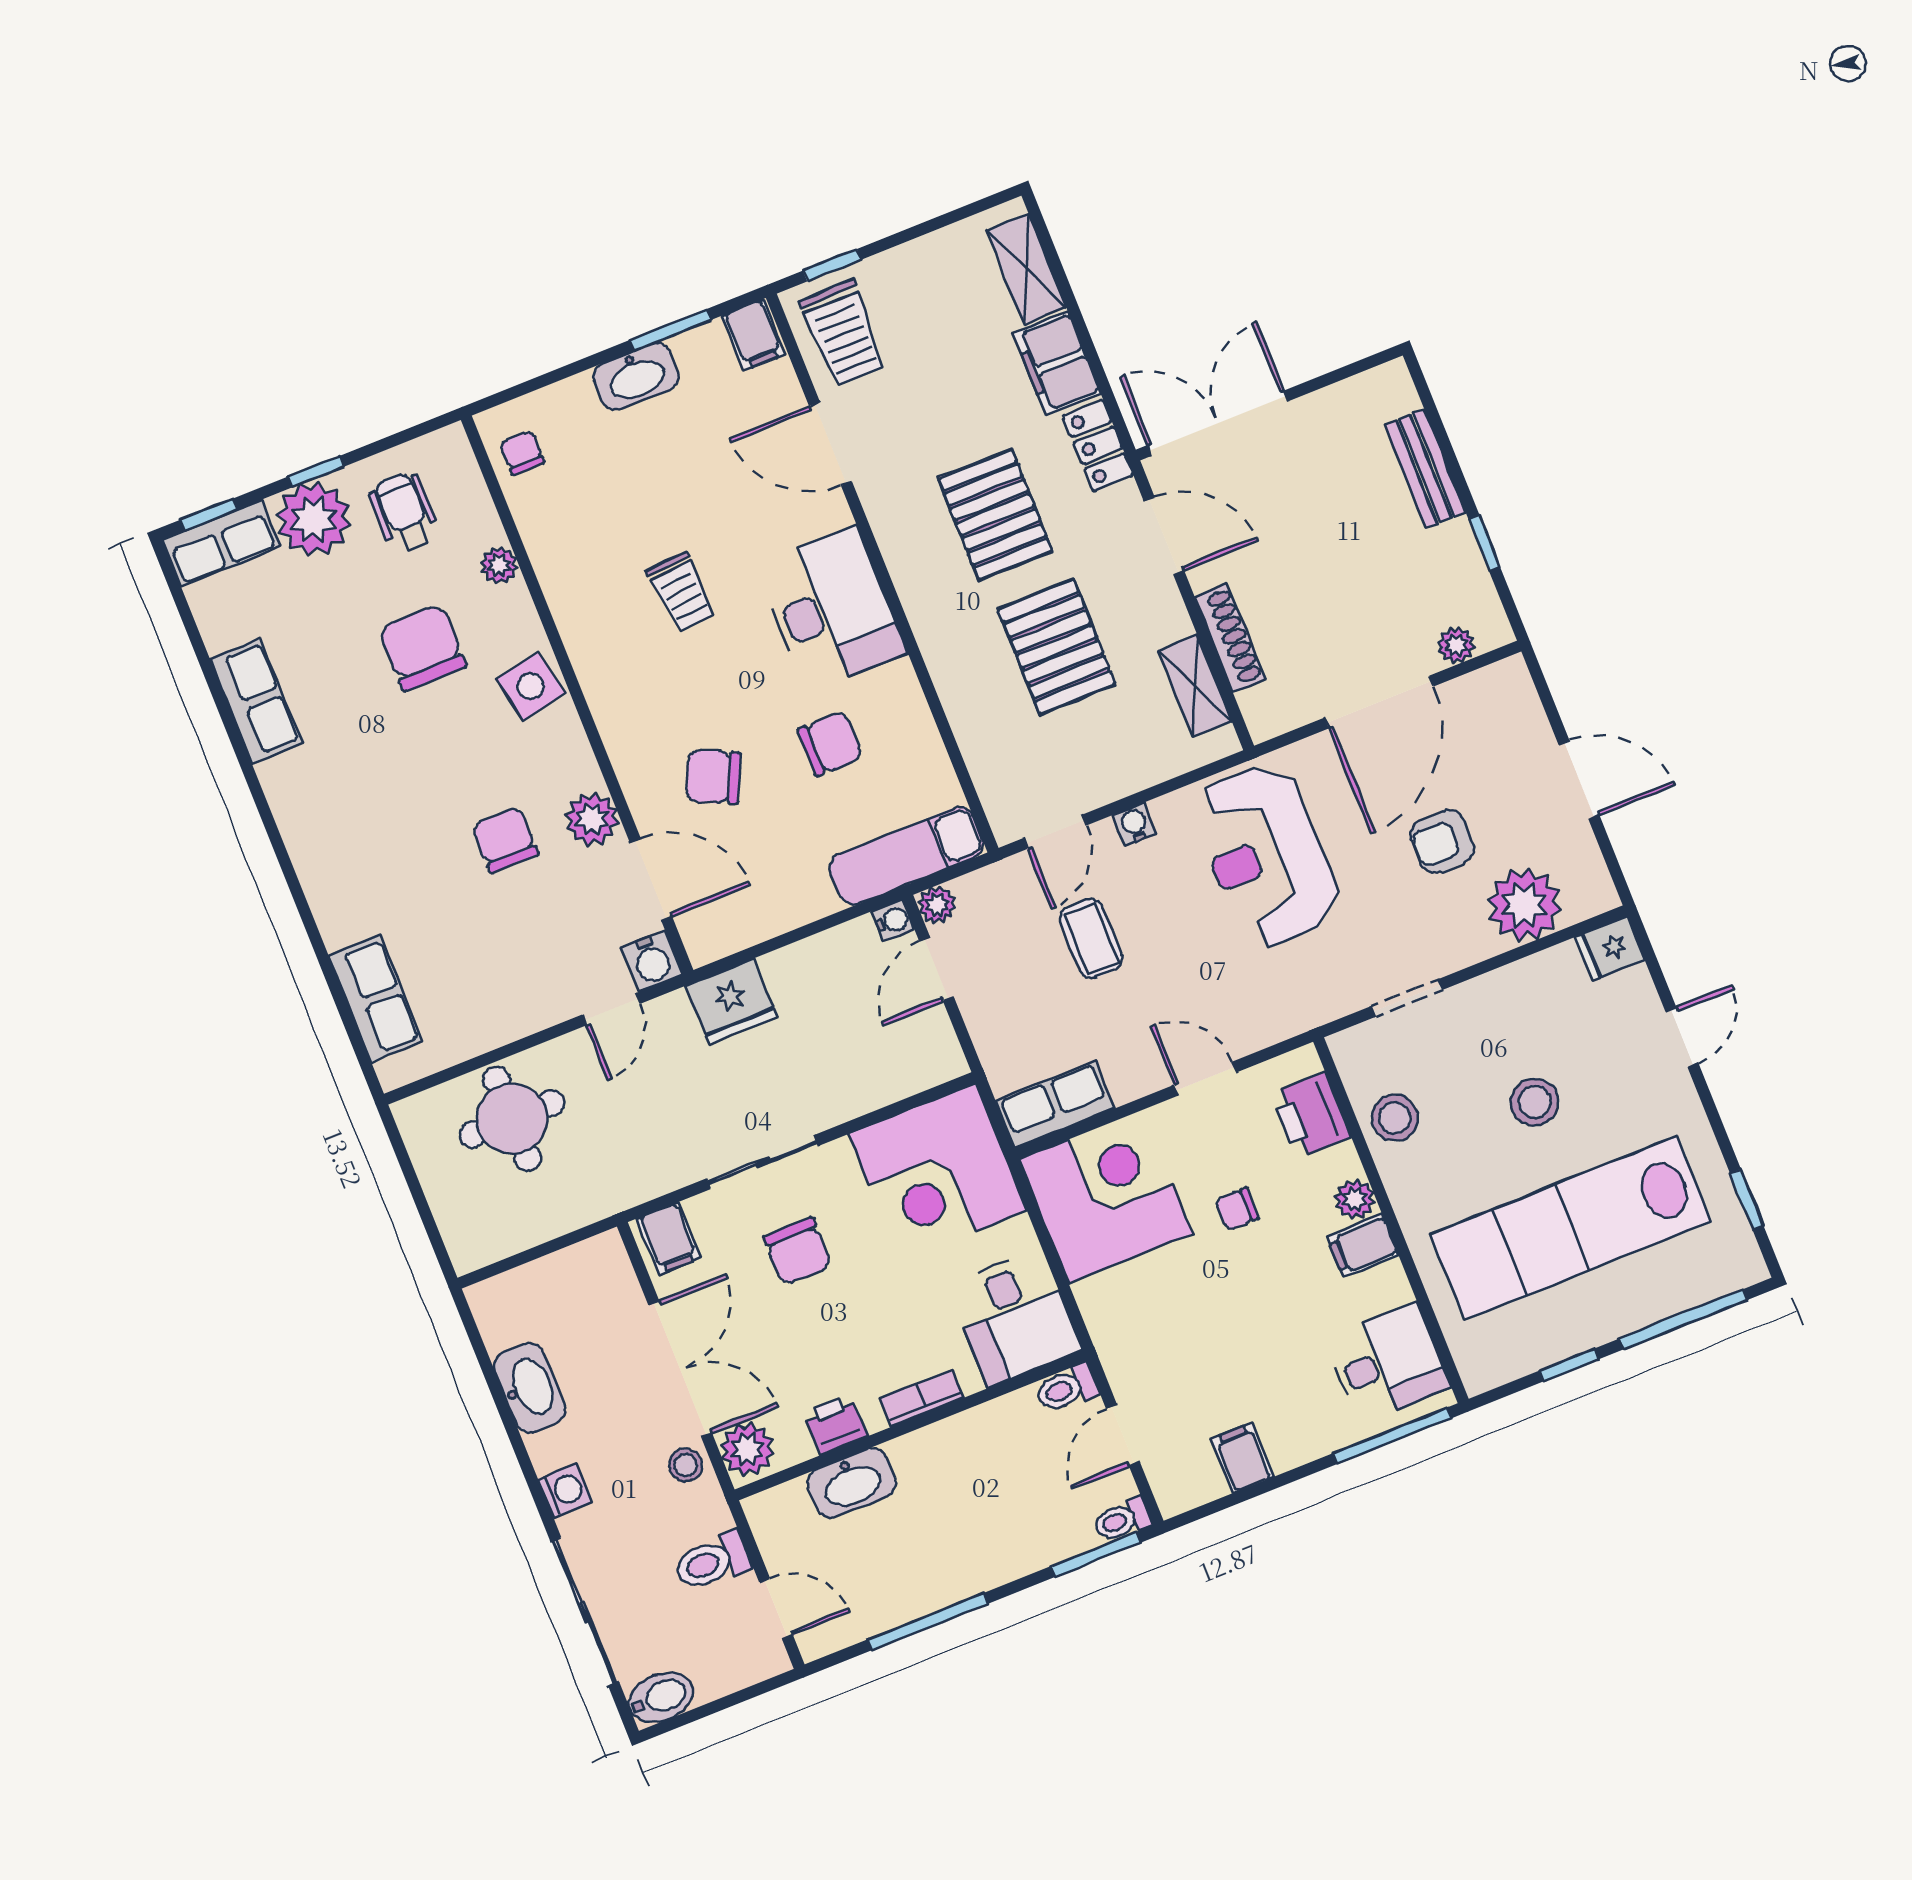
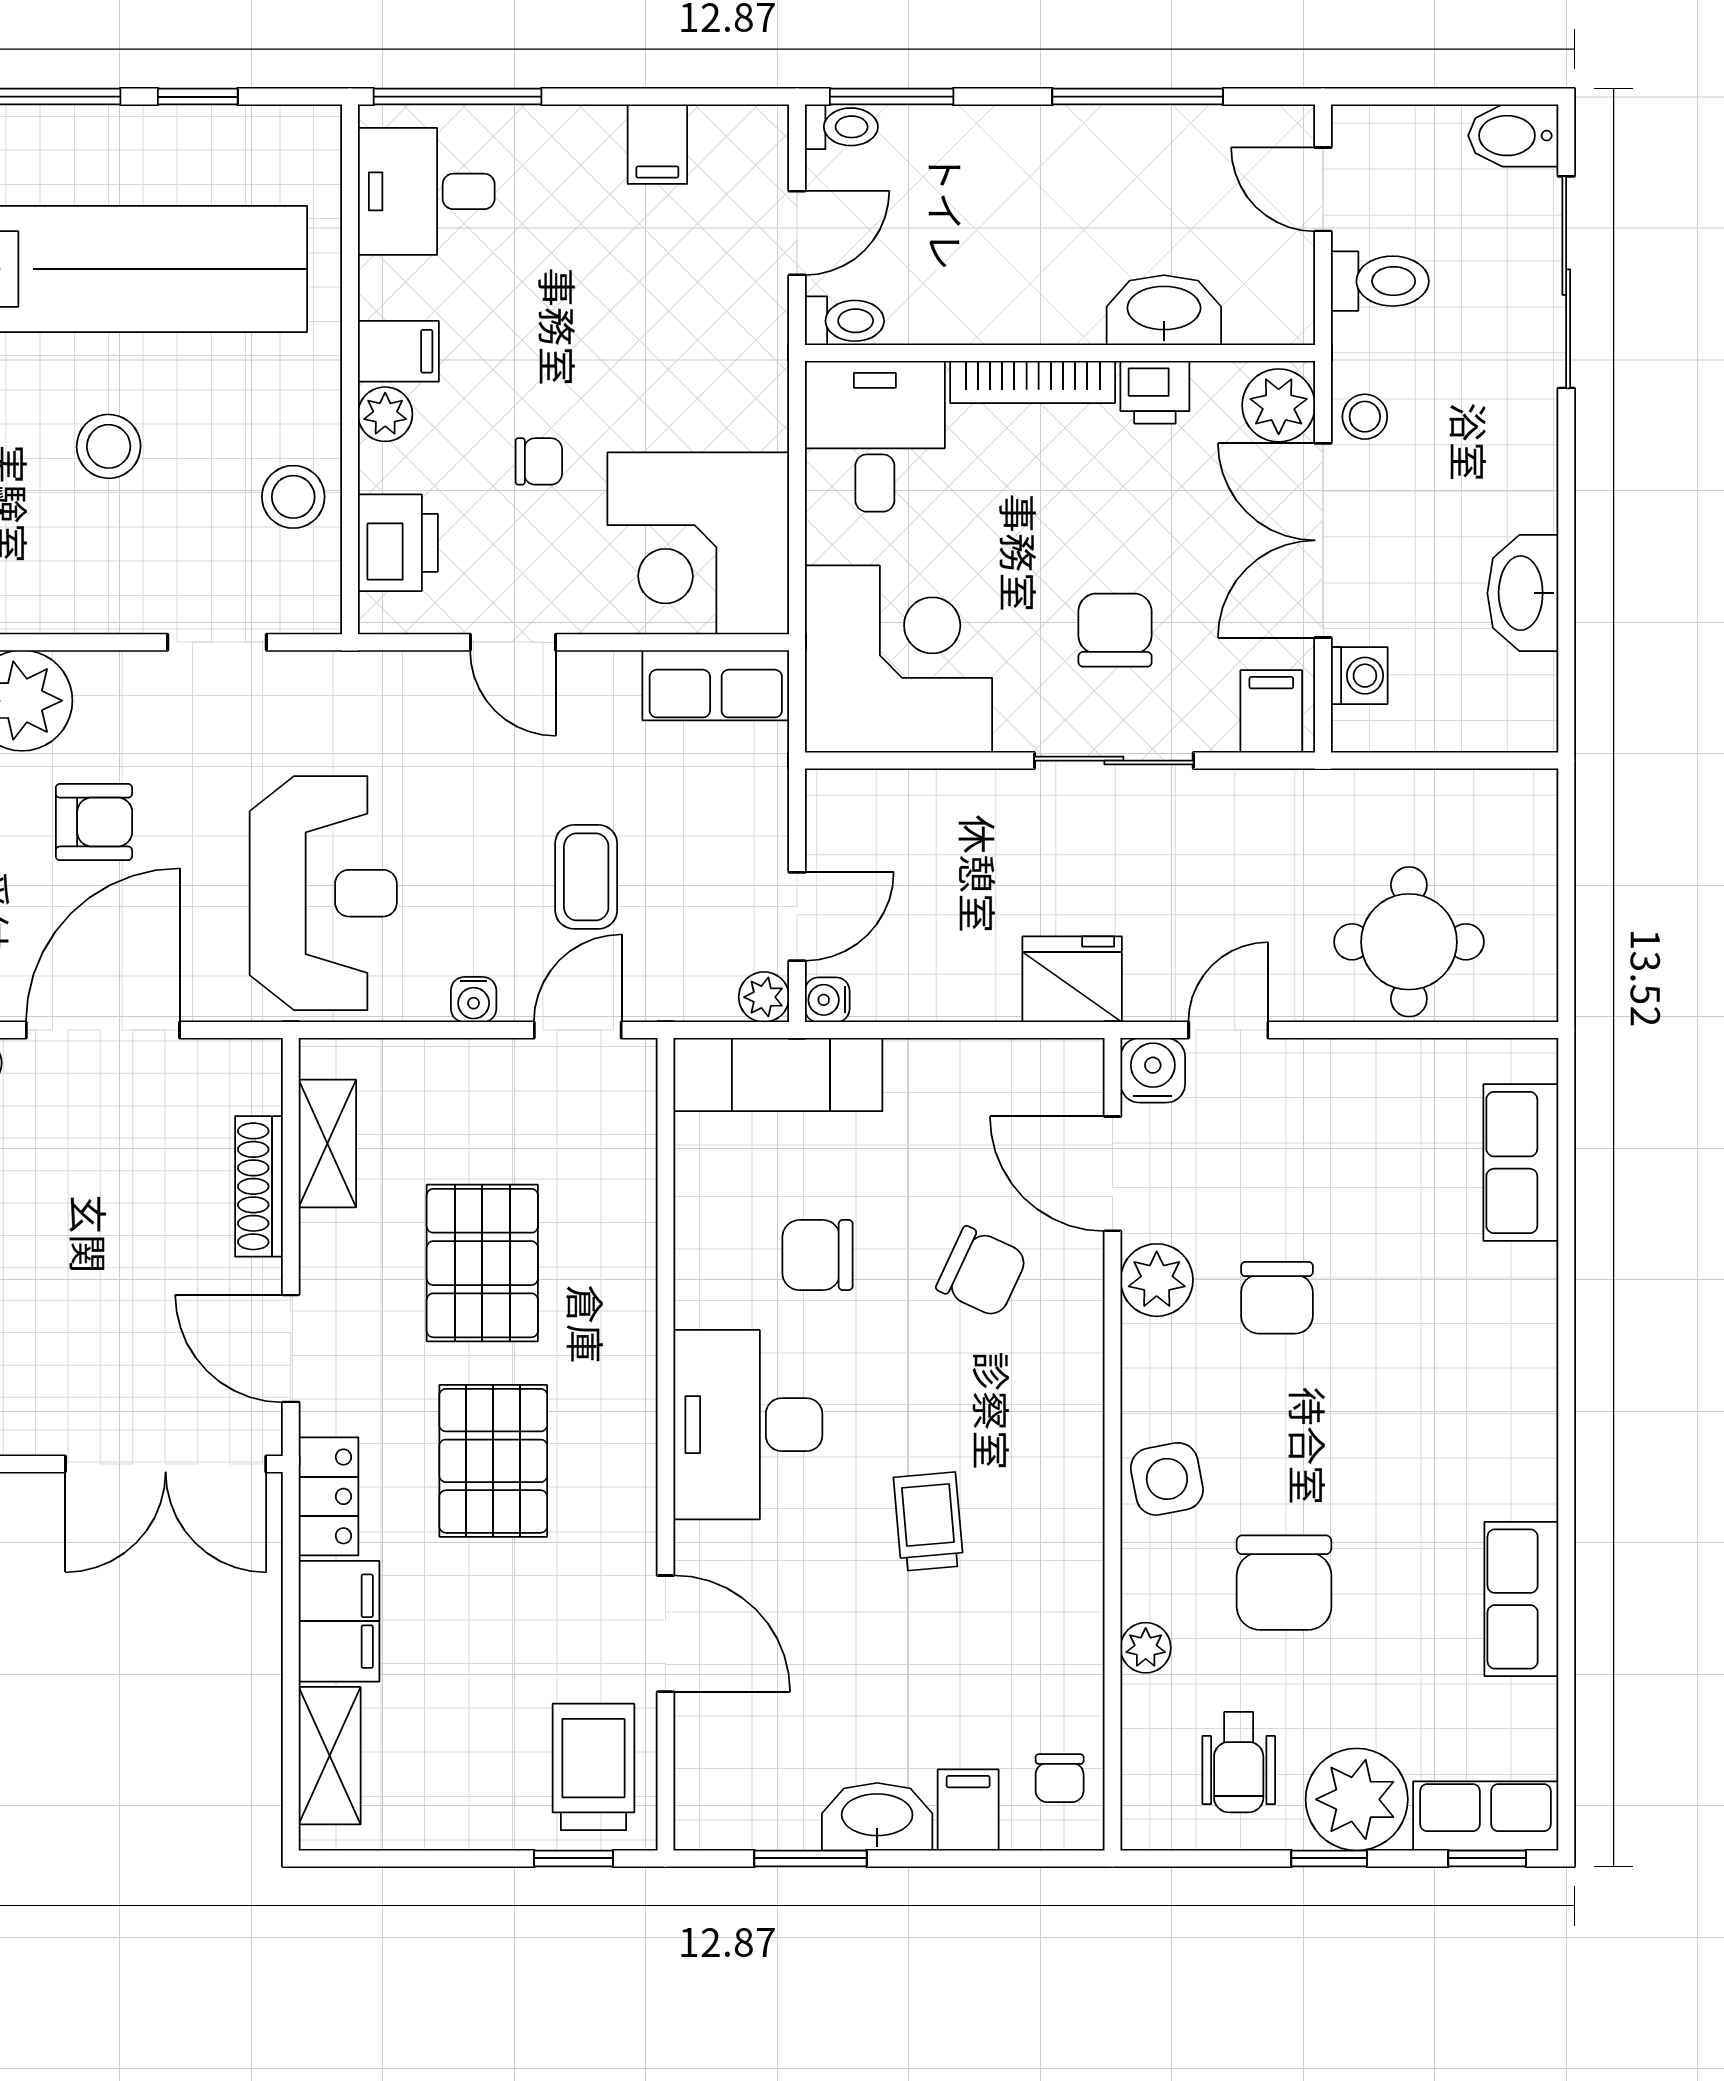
filing cabinet: (754, 335) -> (968, 1810), moved
bookcase: (922, 1398) -> (1033, 382), width x1.56
washing machine: (565, 1491) -> (1359, 676), moved, turned 180

